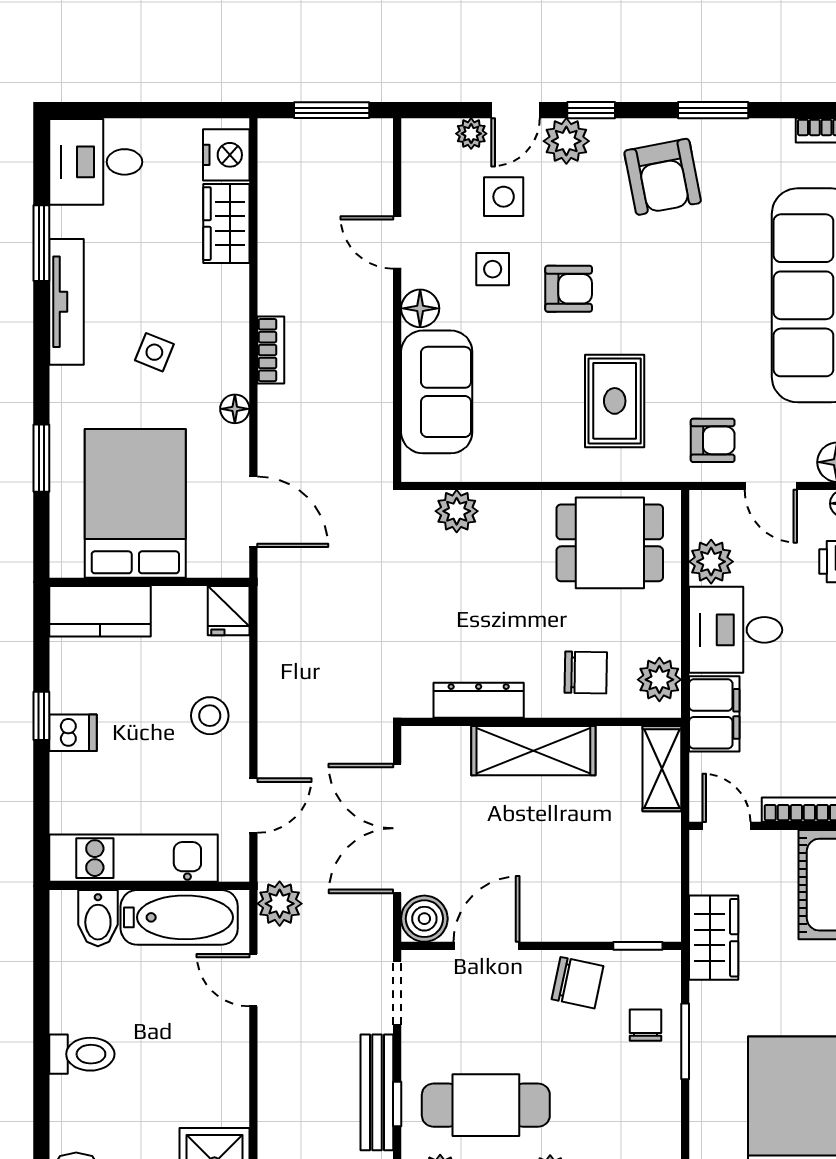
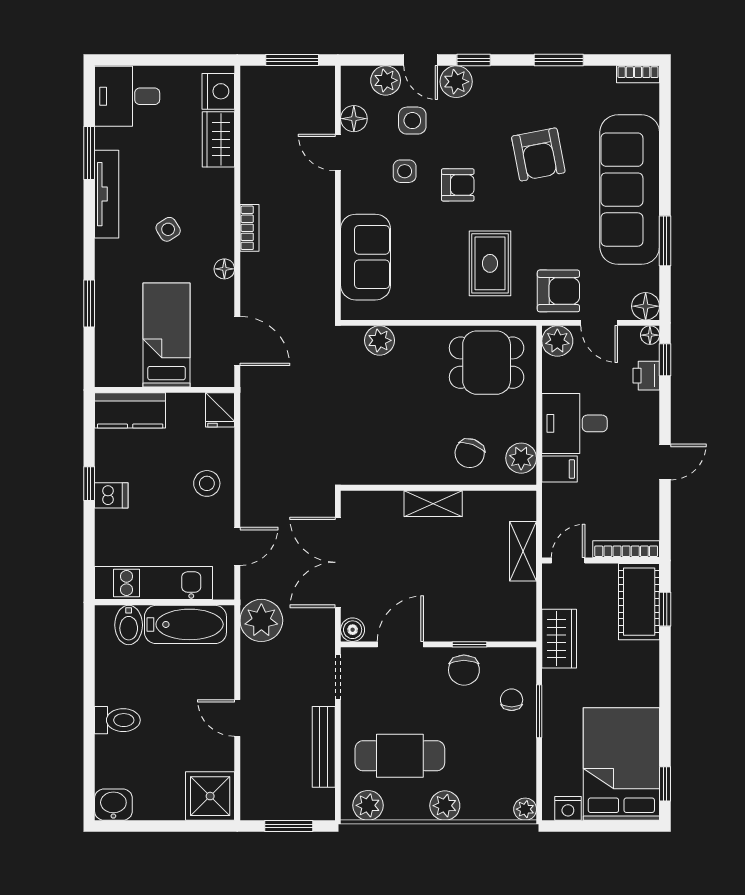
door: (516, 110) -> (421, 60), hinge flipped
plant: (471, 134) -> (386, 80), width x1.38, depth x1.38
armchair: (663, 177) -> (538, 154), moved
floor lamp: (420, 308) -> (354, 119), moved
side table: (154, 352) -> (168, 229), turned 36
armchair: (713, 440) -> (558, 291), width x1.38, depth x1.38
bed: (135, 503) -> (167, 335), width x0.67
plant: (711, 562) -> (557, 341), moved
chair: (586, 672) -> (470, 453), turned 109
dresser: (479, 700) -> (395, 473), removed
filing cabinet: (714, 714) -> (560, 469), width x0.50
shelving: (533, 751) -> (433, 504), width x0.67, depth x0.75
shelving: (662, 769) -> (523, 551), moved
door: (726, 826) -> (568, 560), hinge flipped
plant: (280, 904) -> (261, 620), width x1.36, depth x1.36
boiler: (424, 919) -> (353, 630), width x0.73, depth x0.73
window: (638, 946) -> (469, 644), moved
door: (253, 980) -> (237, 718), moved
chair: (578, 983) -> (464, 670), turned 78
window: (397, 1104) -> (338, 755), removed

